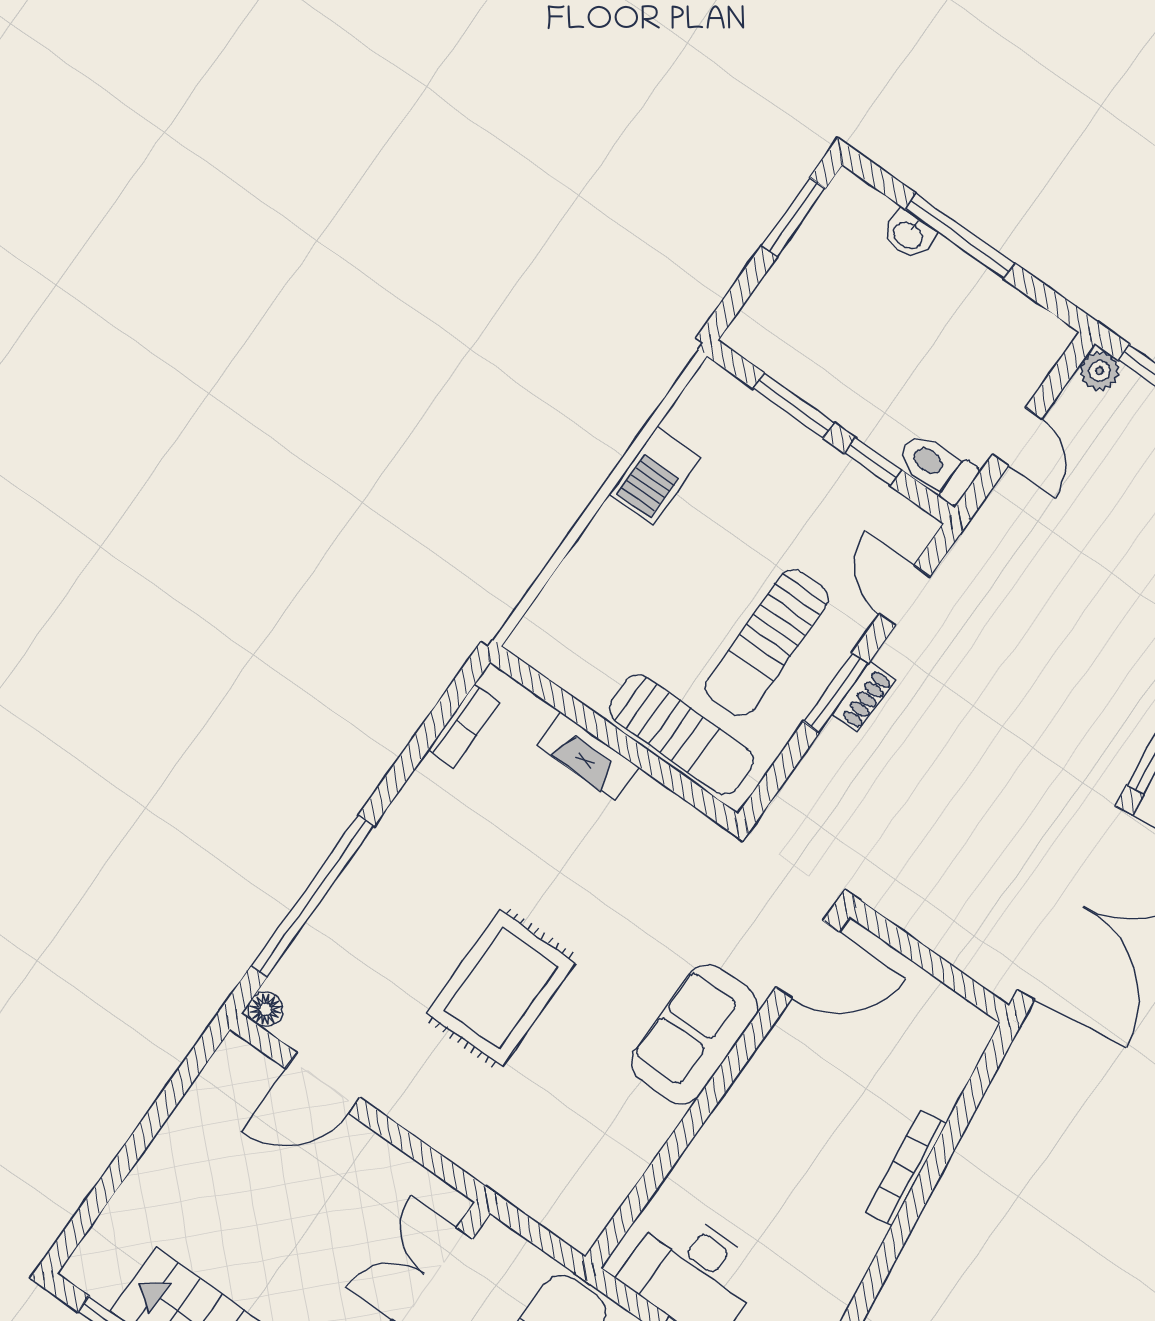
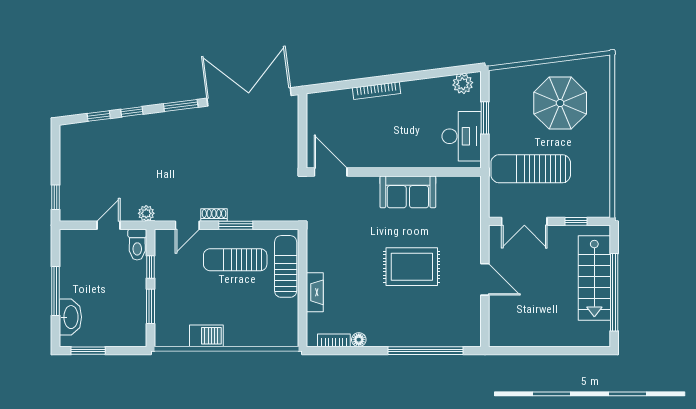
washbasin: (909, 234) -> (70, 317), width x1.91, depth x1.45
plant: (1099, 371) -> (146, 213), moved
sun lounger: (767, 643) -> (235, 260), turned 180
shoe rack: (863, 697) -> (214, 215), moved
floor lamp: (265, 1009) -> (359, 340), moved
sofa: (695, 1034) -> (408, 192), moved
door: (323, 1083) -> (485, 279), moved

